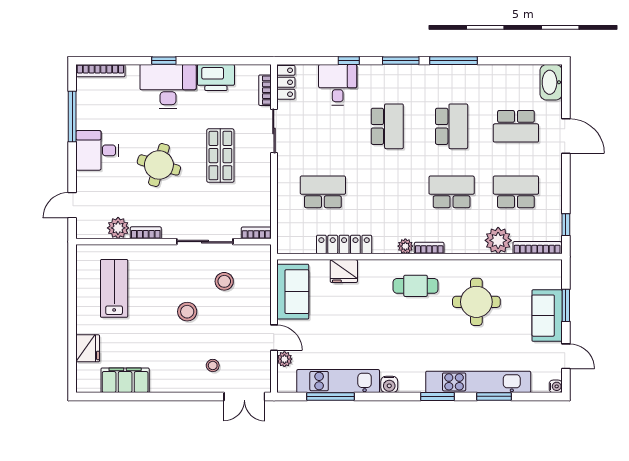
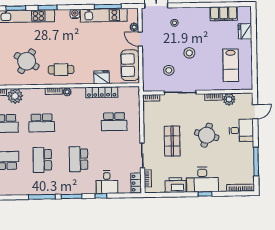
desk: (97, 150) -> (241, 130), moved
round table: (476, 302) -> (27, 61), turned 31

